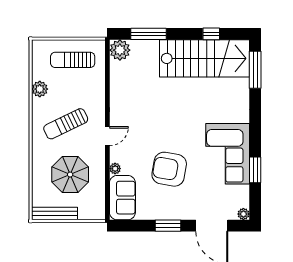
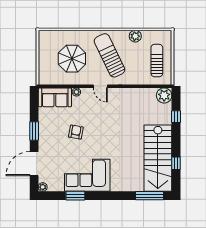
window: (148, 34) -> (176, 117), width x0.46
sun lounger: (66, 124) -> (110, 55), width x1.36, depth x1.34
armchair: (169, 169) -> (76, 132), width x0.53, depth x0.53
bench: (55, 214) -> (43, 47), removed

